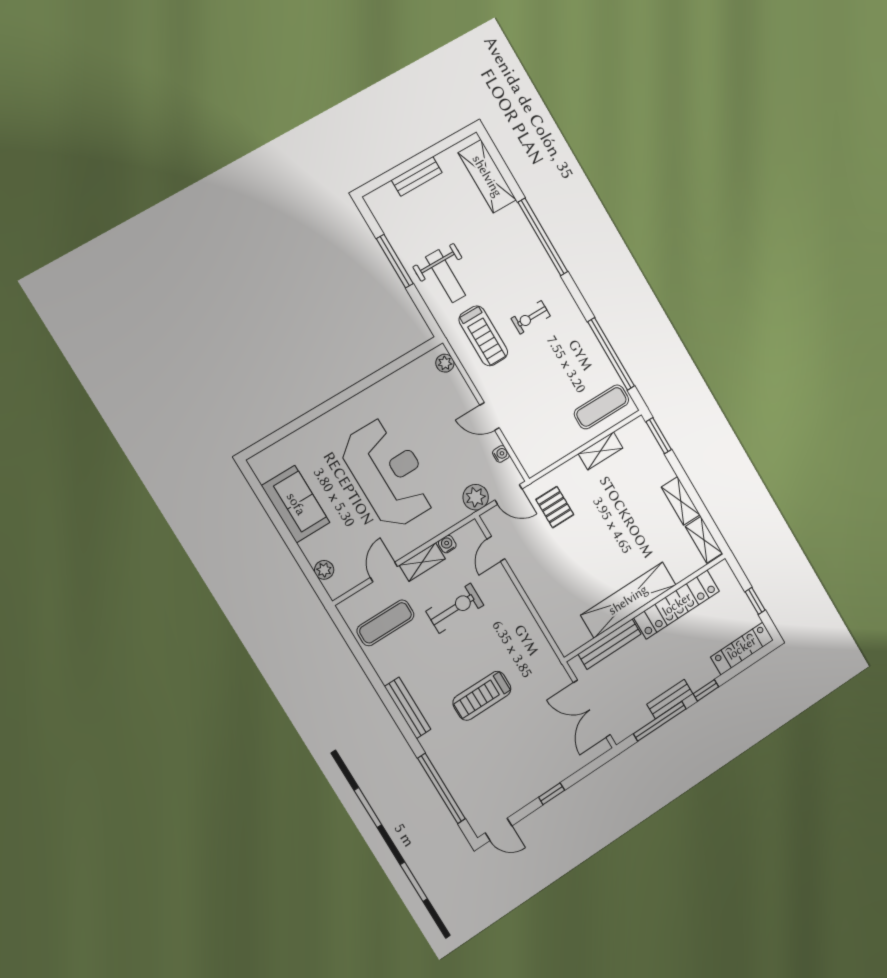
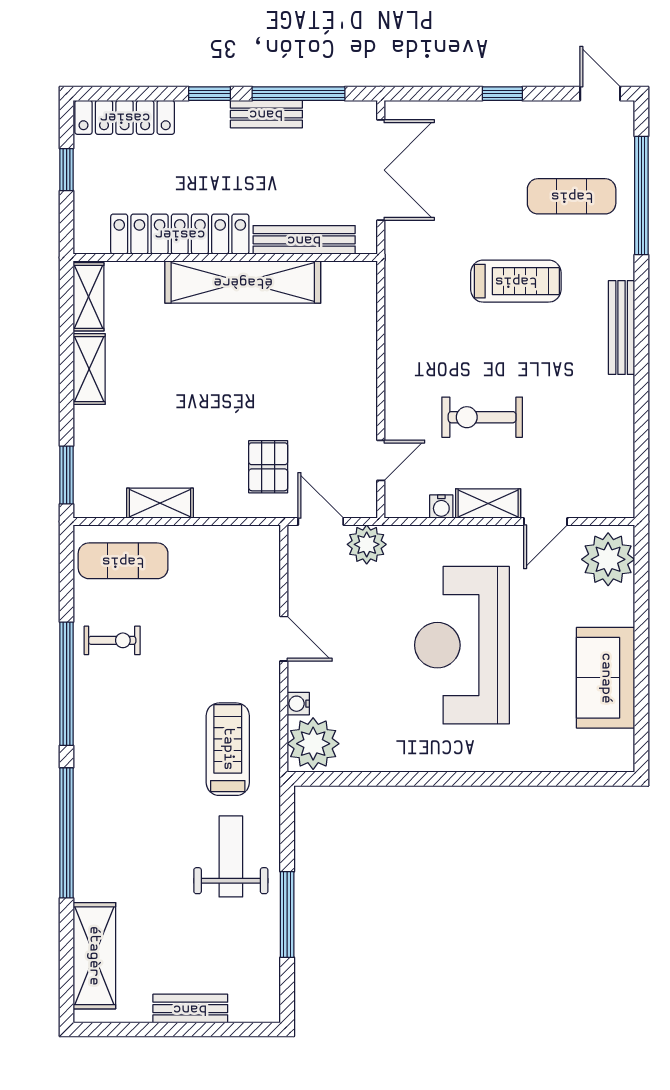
exercise bike: (531, 317) -> (112, 640), moved
window: (611, 354) -> (67, 684), moved
plant: (445, 363) -> (313, 744), width x1.87, depth x1.87
water cooler: (501, 454) -> (298, 704), moved
plant: (324, 570) -> (608, 559), width x1.88, depth x1.88
exercise mat: (385, 623) -> (572, 196), moved

